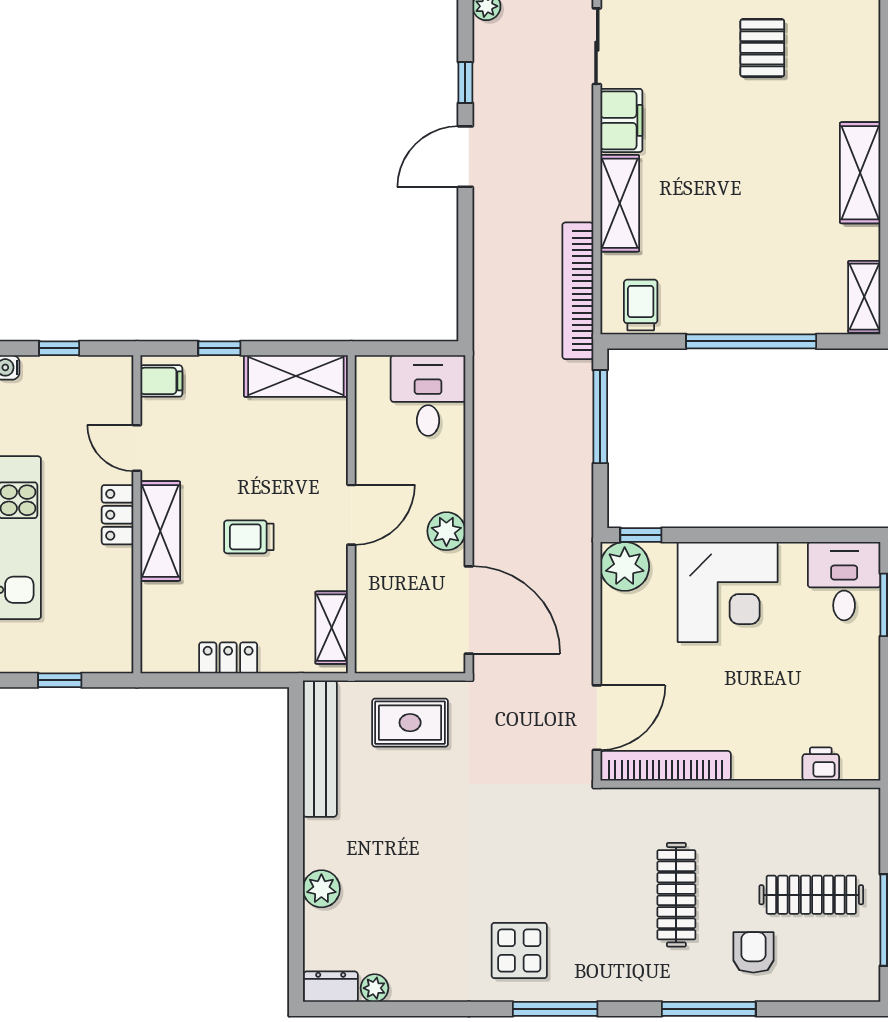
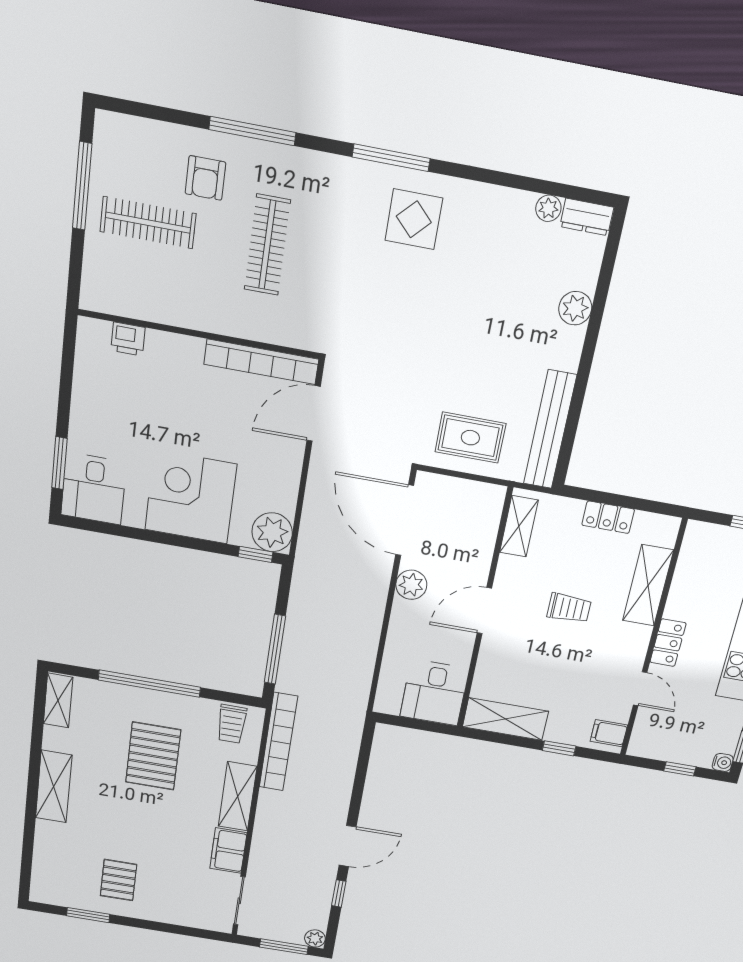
pallet: (736, 241) -> (153, 756), added
desk: (428, 396) -> (434, 692), moved
shelving: (160, 531) -> (648, 585), moved

